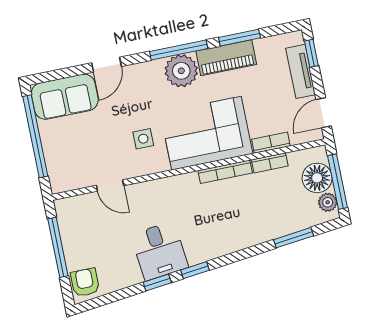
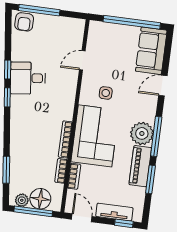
door: (107, 65) -> (163, 86), hinge flipped
window: (58, 247) -> (39, 10), moved
armchair: (85, 282) -> (24, 22), turned 90

